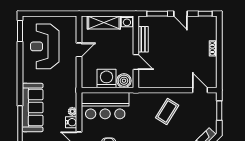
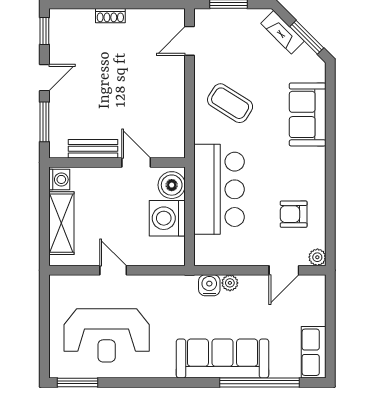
door: (136, 62) -> (136, 162), hinge flipped
bar counter: (105, 106) -> (219, 189), moved
water cooler: (71, 122) -> (209, 285), moved

